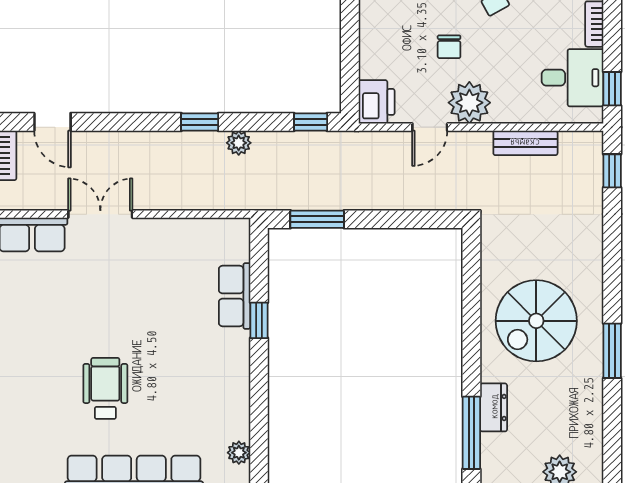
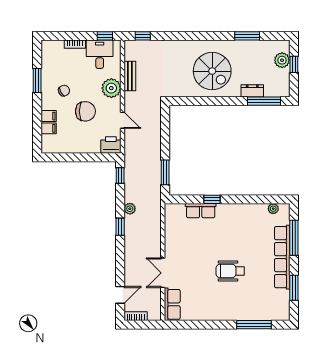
chair: (449, 47) -> (85, 111), width x1.87, depth x1.87
plant: (469, 103) -> (111, 88), moved
window: (612, 351) -> (247, 36), moved
wheelchair: (105, 388) -> (230, 271), moved

